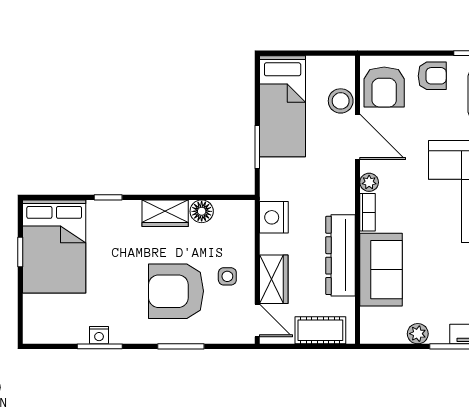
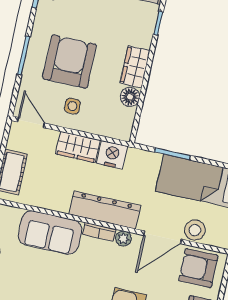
dresser: (340, 255) -> (105, 210), moved
wardrobe: (274, 279) -> (78, 147), moved
door: (257, 320) -> (31, 122), swing flipped

